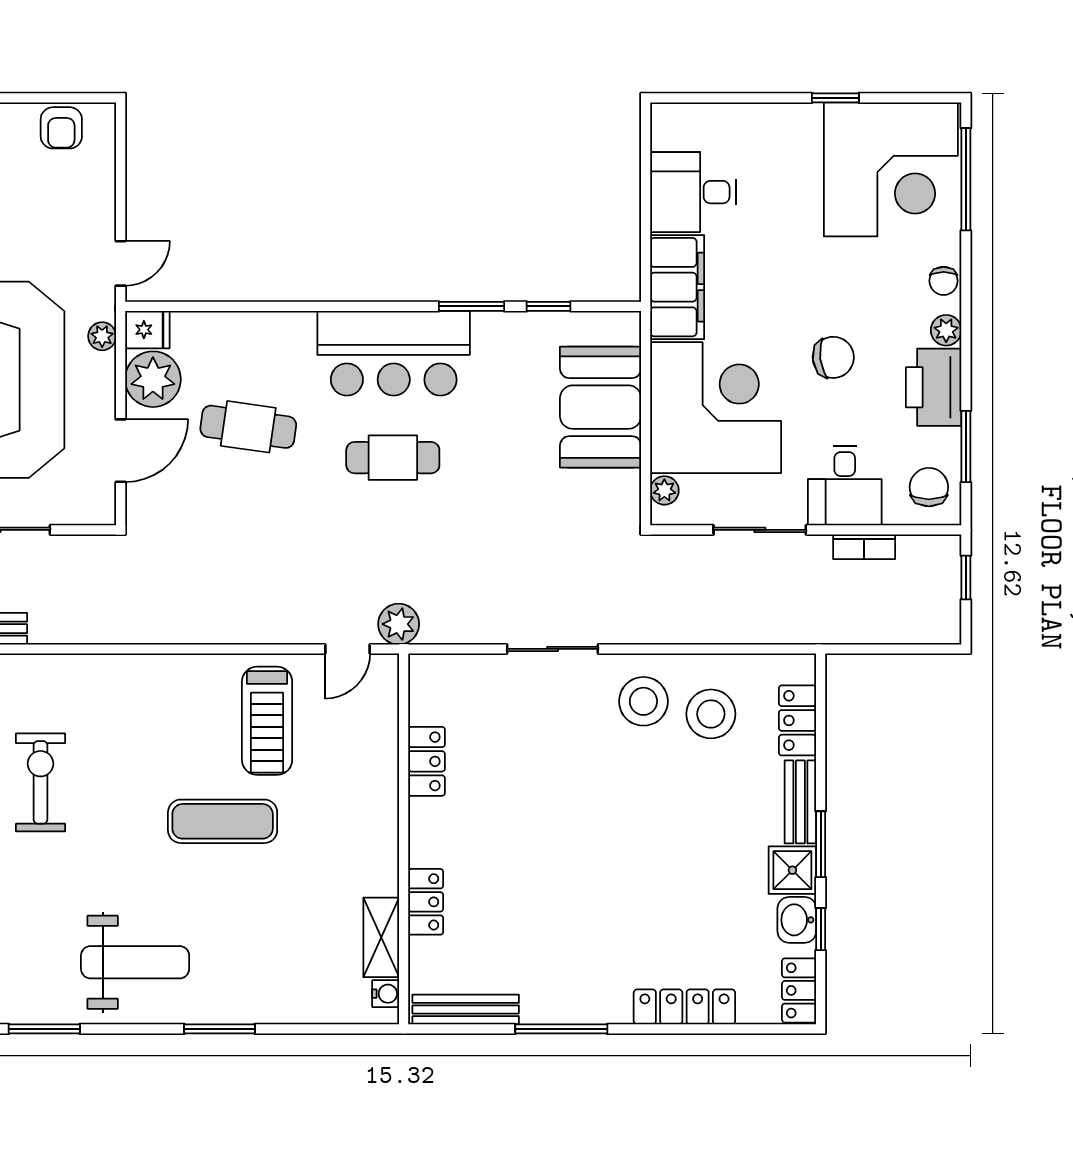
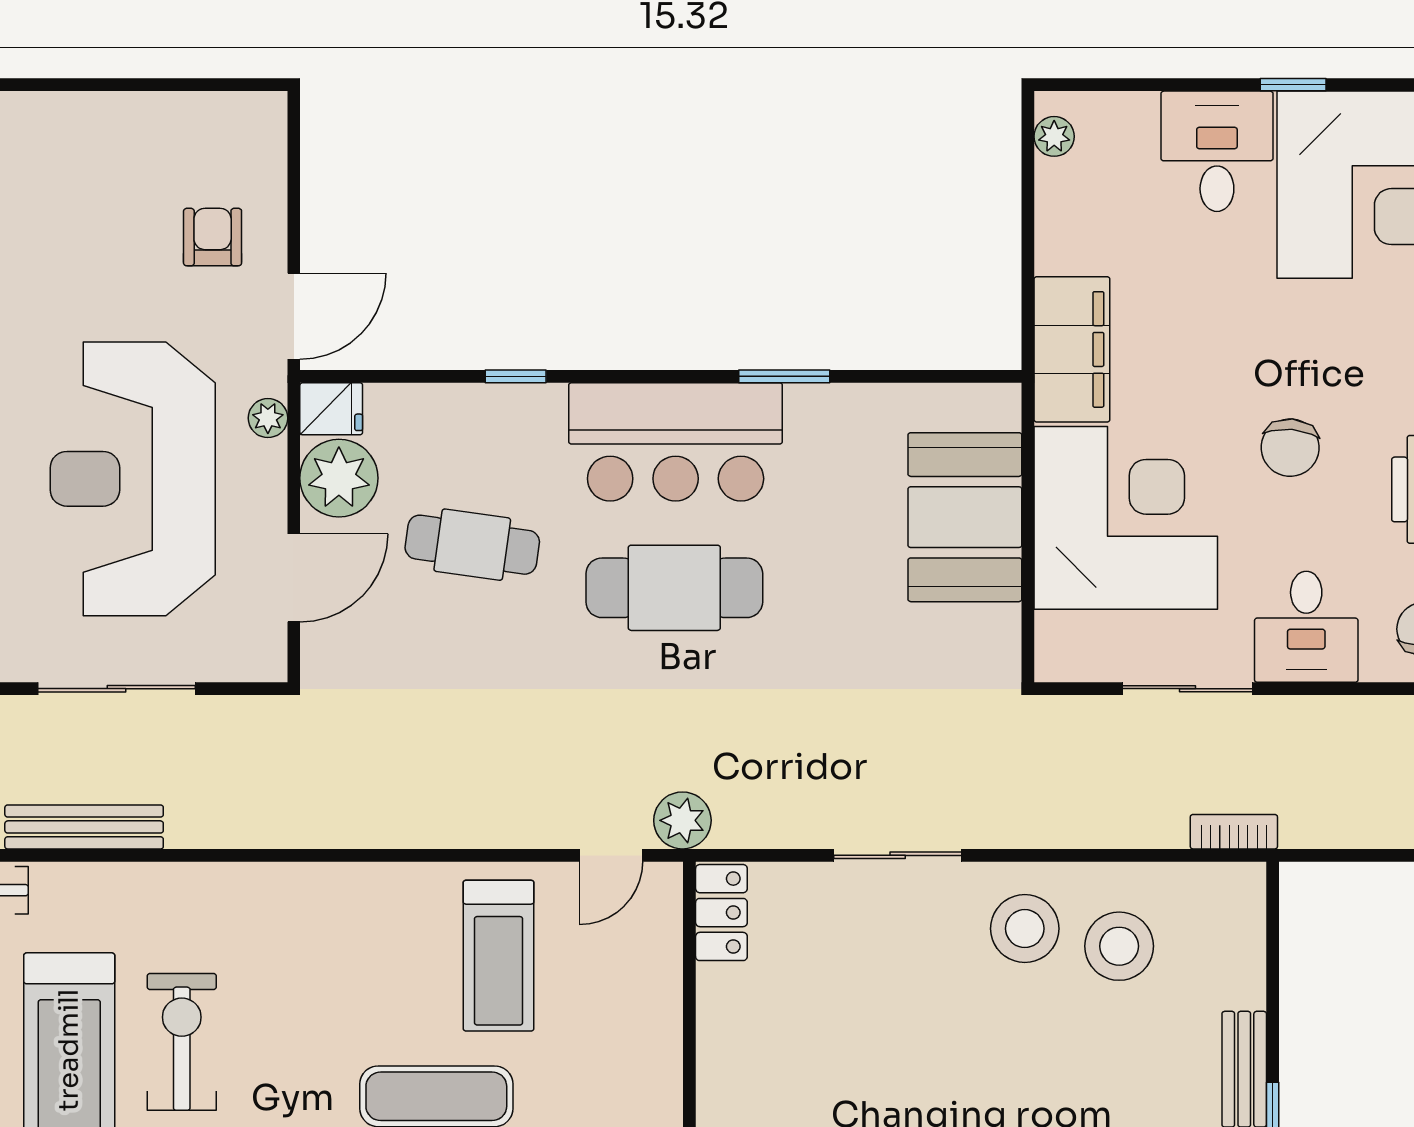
armchair: (61, 128) -> (213, 237), moved, turned 180
desk: (693, 192) -> (1217, 151), moved, turned 90
door: (121, 263) -> (294, 316), width x1.38
window: (548, 306) -> (516, 376), moved
chair: (833, 357) -> (1290, 448), turned 102
cafe table: (393, 458) -> (674, 588), width x1.37, depth x1.35
plant: (664, 490) -> (1054, 136), moved
bookcase: (864, 547) -> (1234, 832), moved, turned 180
locker: (798, 720) -> (1240, 955), removed
locker: (426, 761) -> (721, 913), moved

